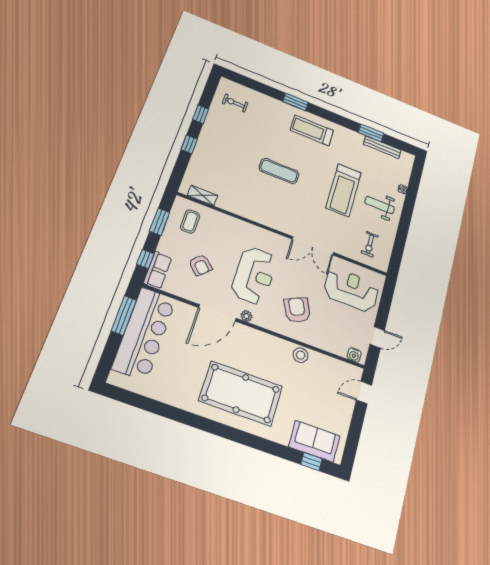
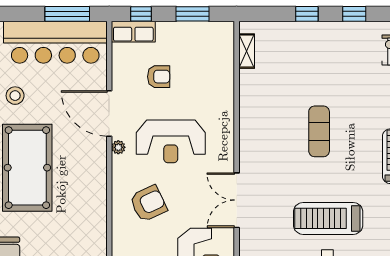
coffee table: (190, 222) -> (207, 48), removed
armchair: (200, 265) -> (159, 77), turned -135
stool: (301, 355) -> (15, 96), moved

